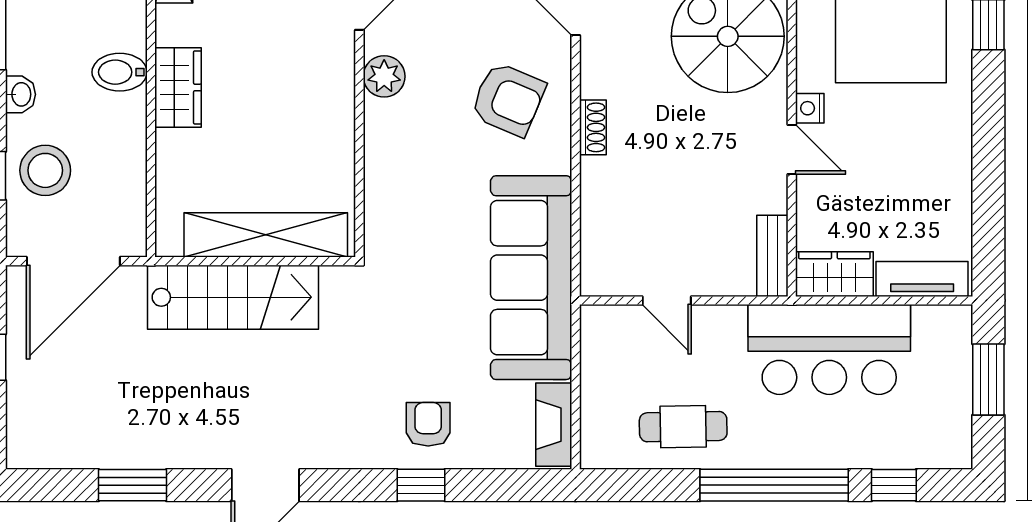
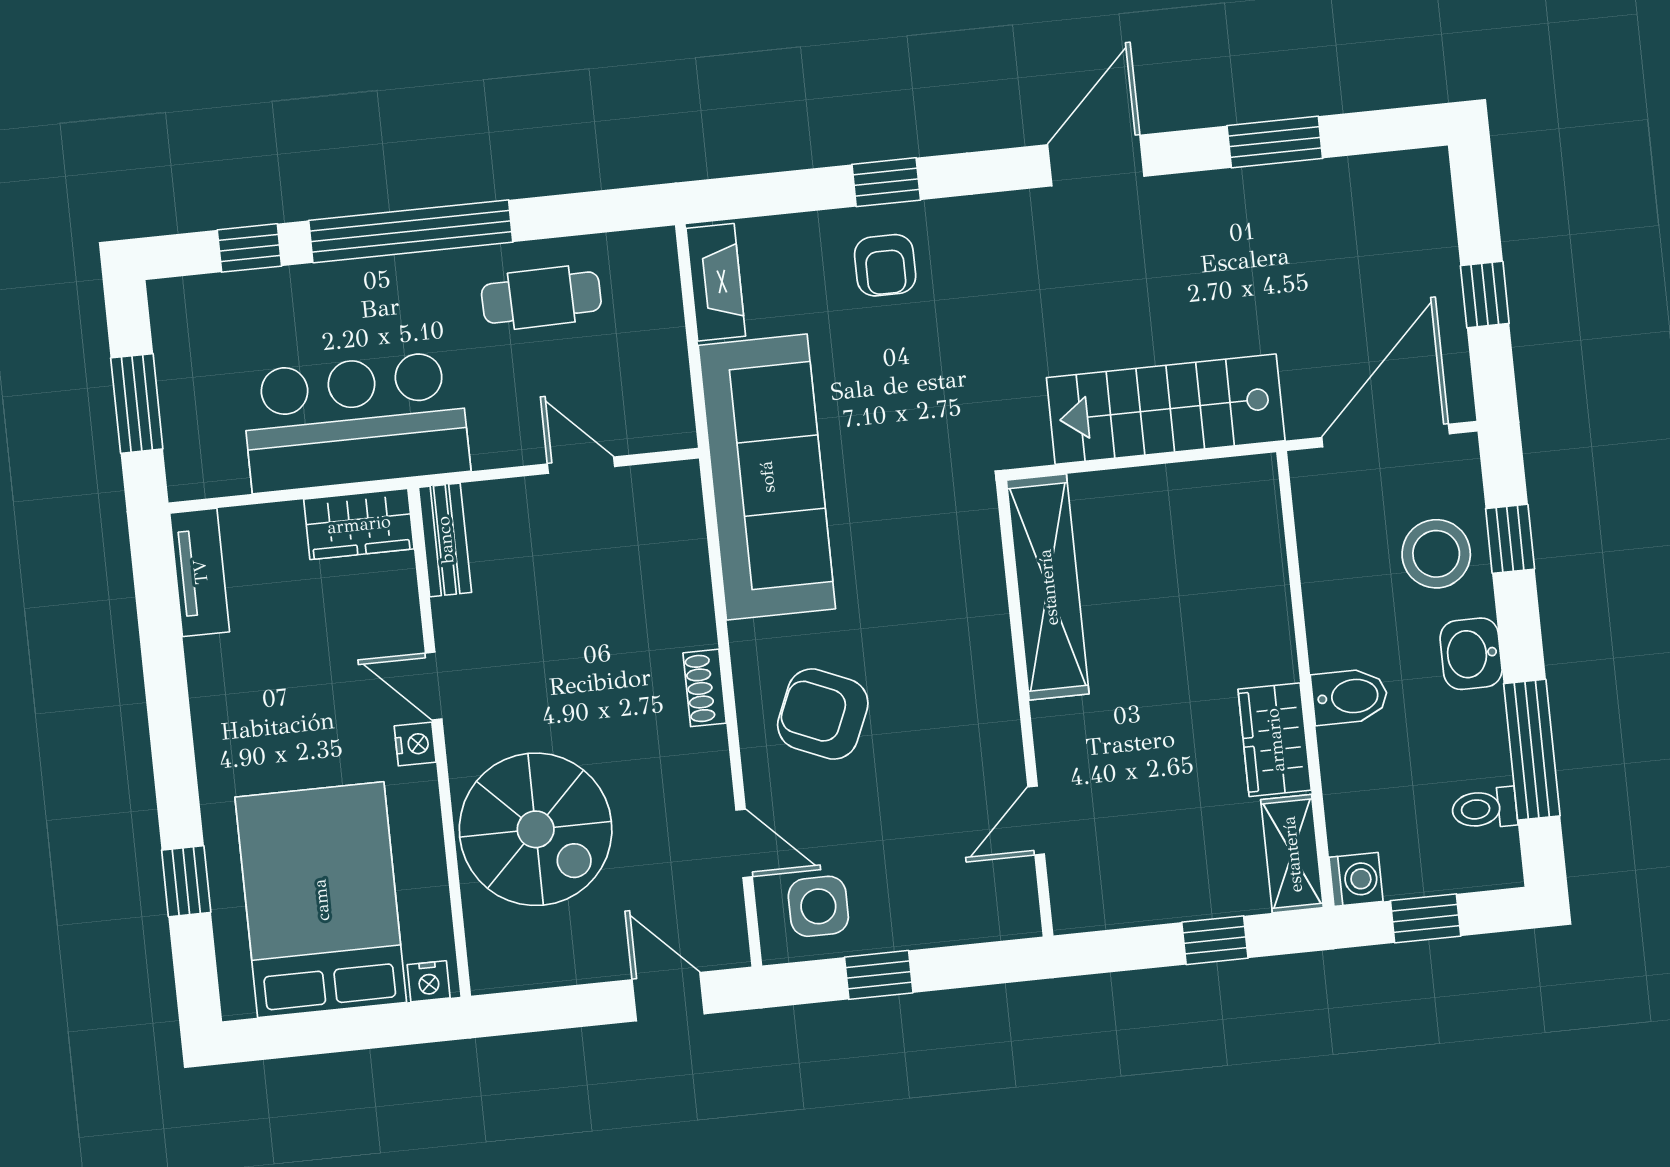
plant: (384, 76) -> (993, 728), removed
wardrobe: (178, 87) -> (1275, 740), moved
washbasin: (20, 94) -> (1471, 654), width x1.38, depth x1.45
shelving: (266, 235) -> (1048, 587), moved, turned 90
tv unit: (922, 279) -> (200, 572), moved, turned -90

